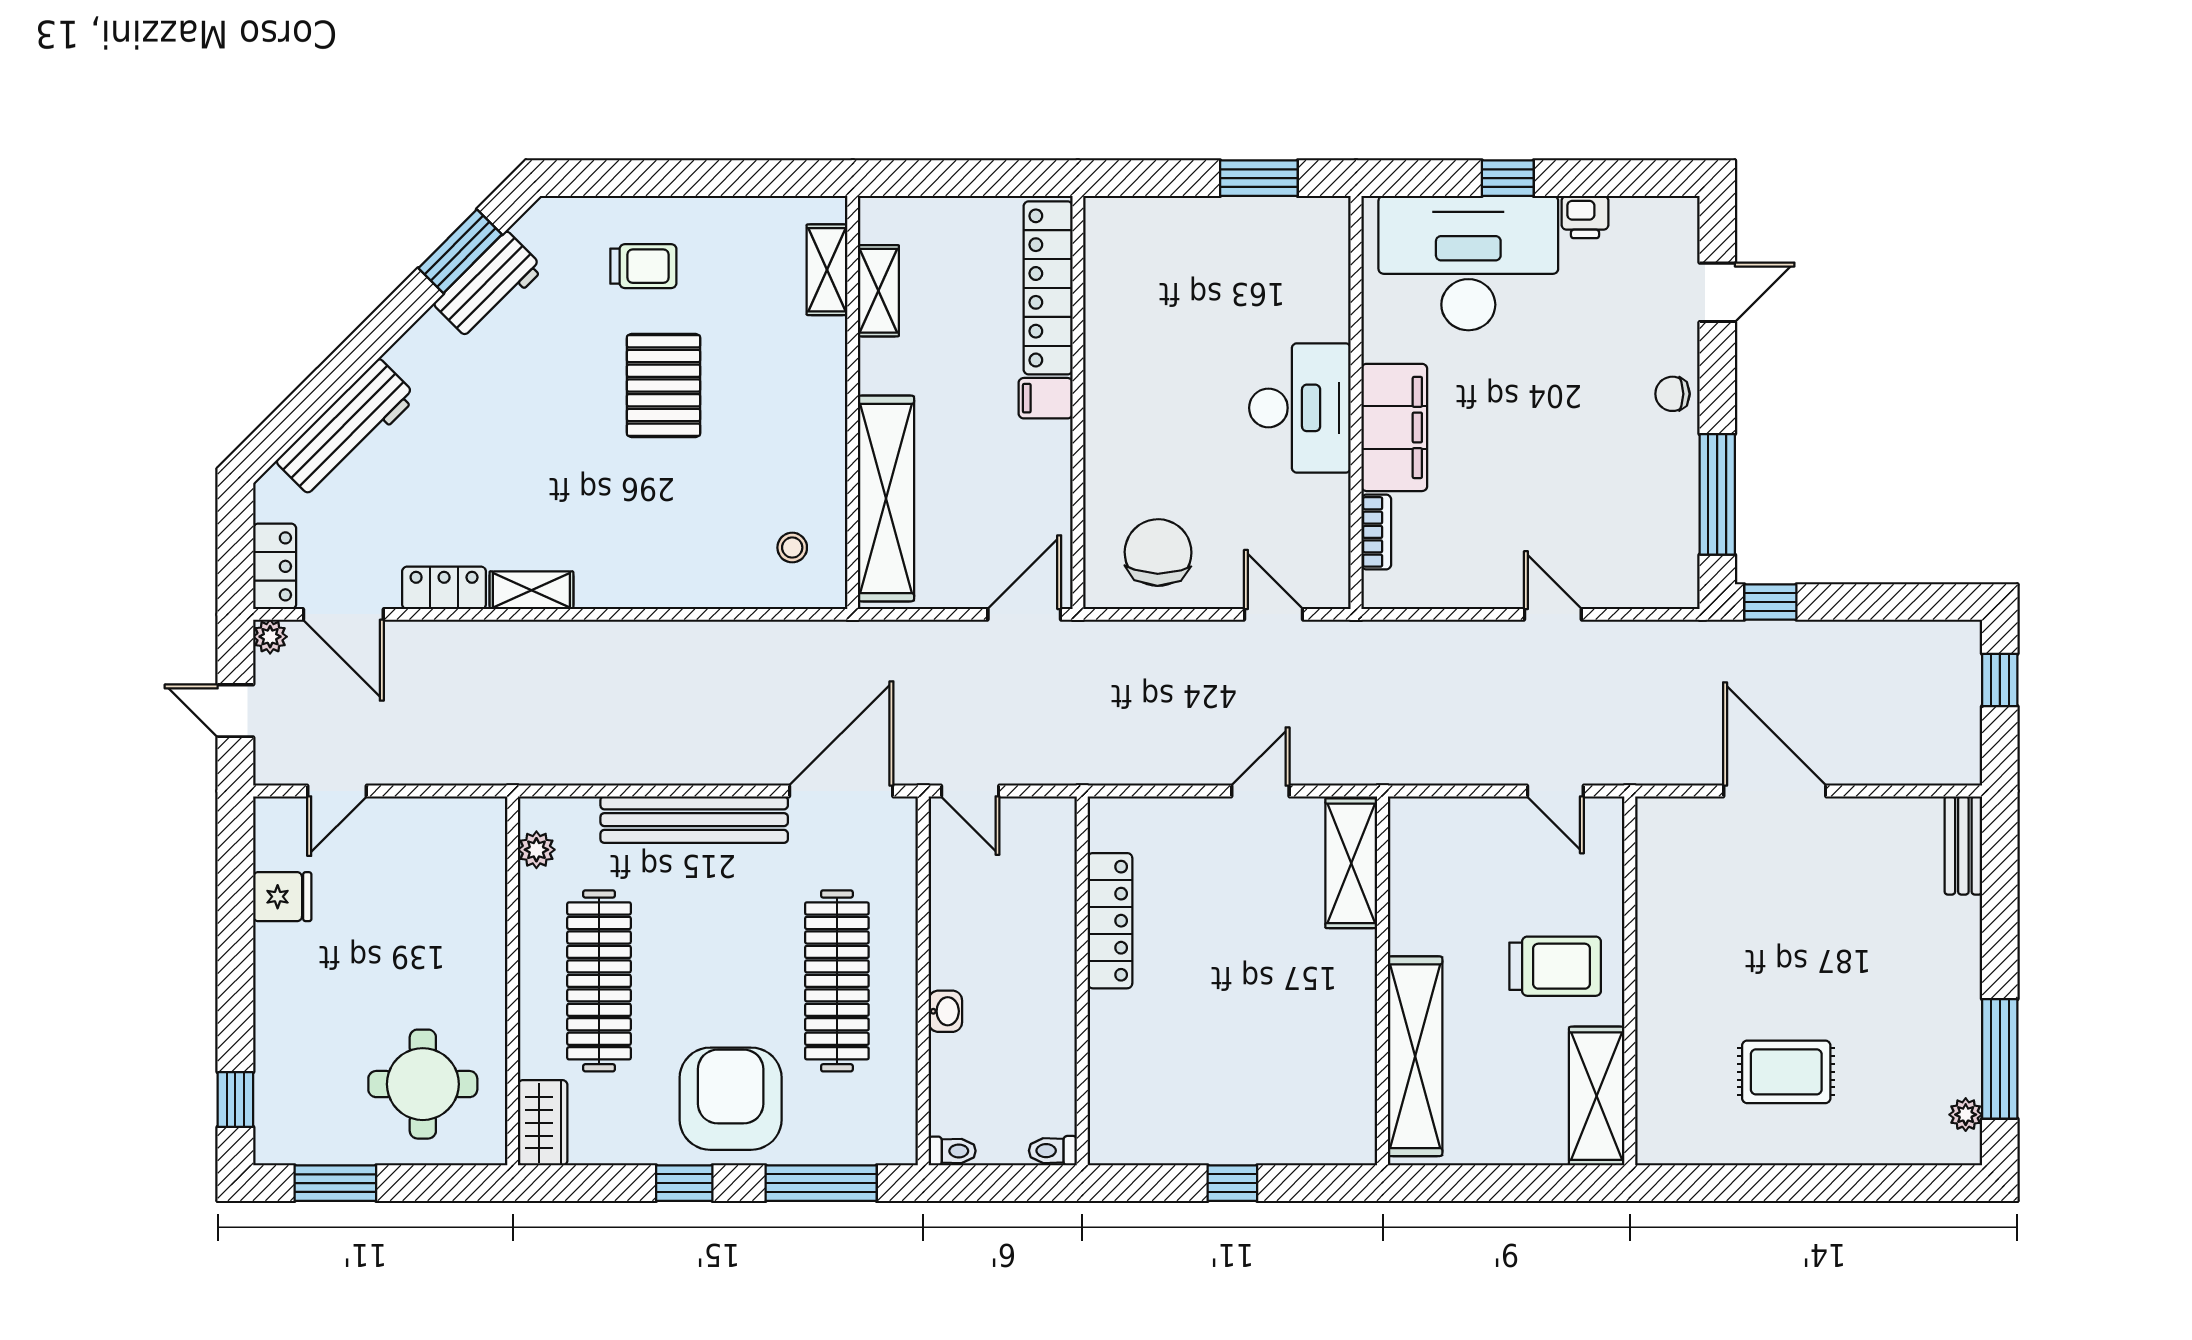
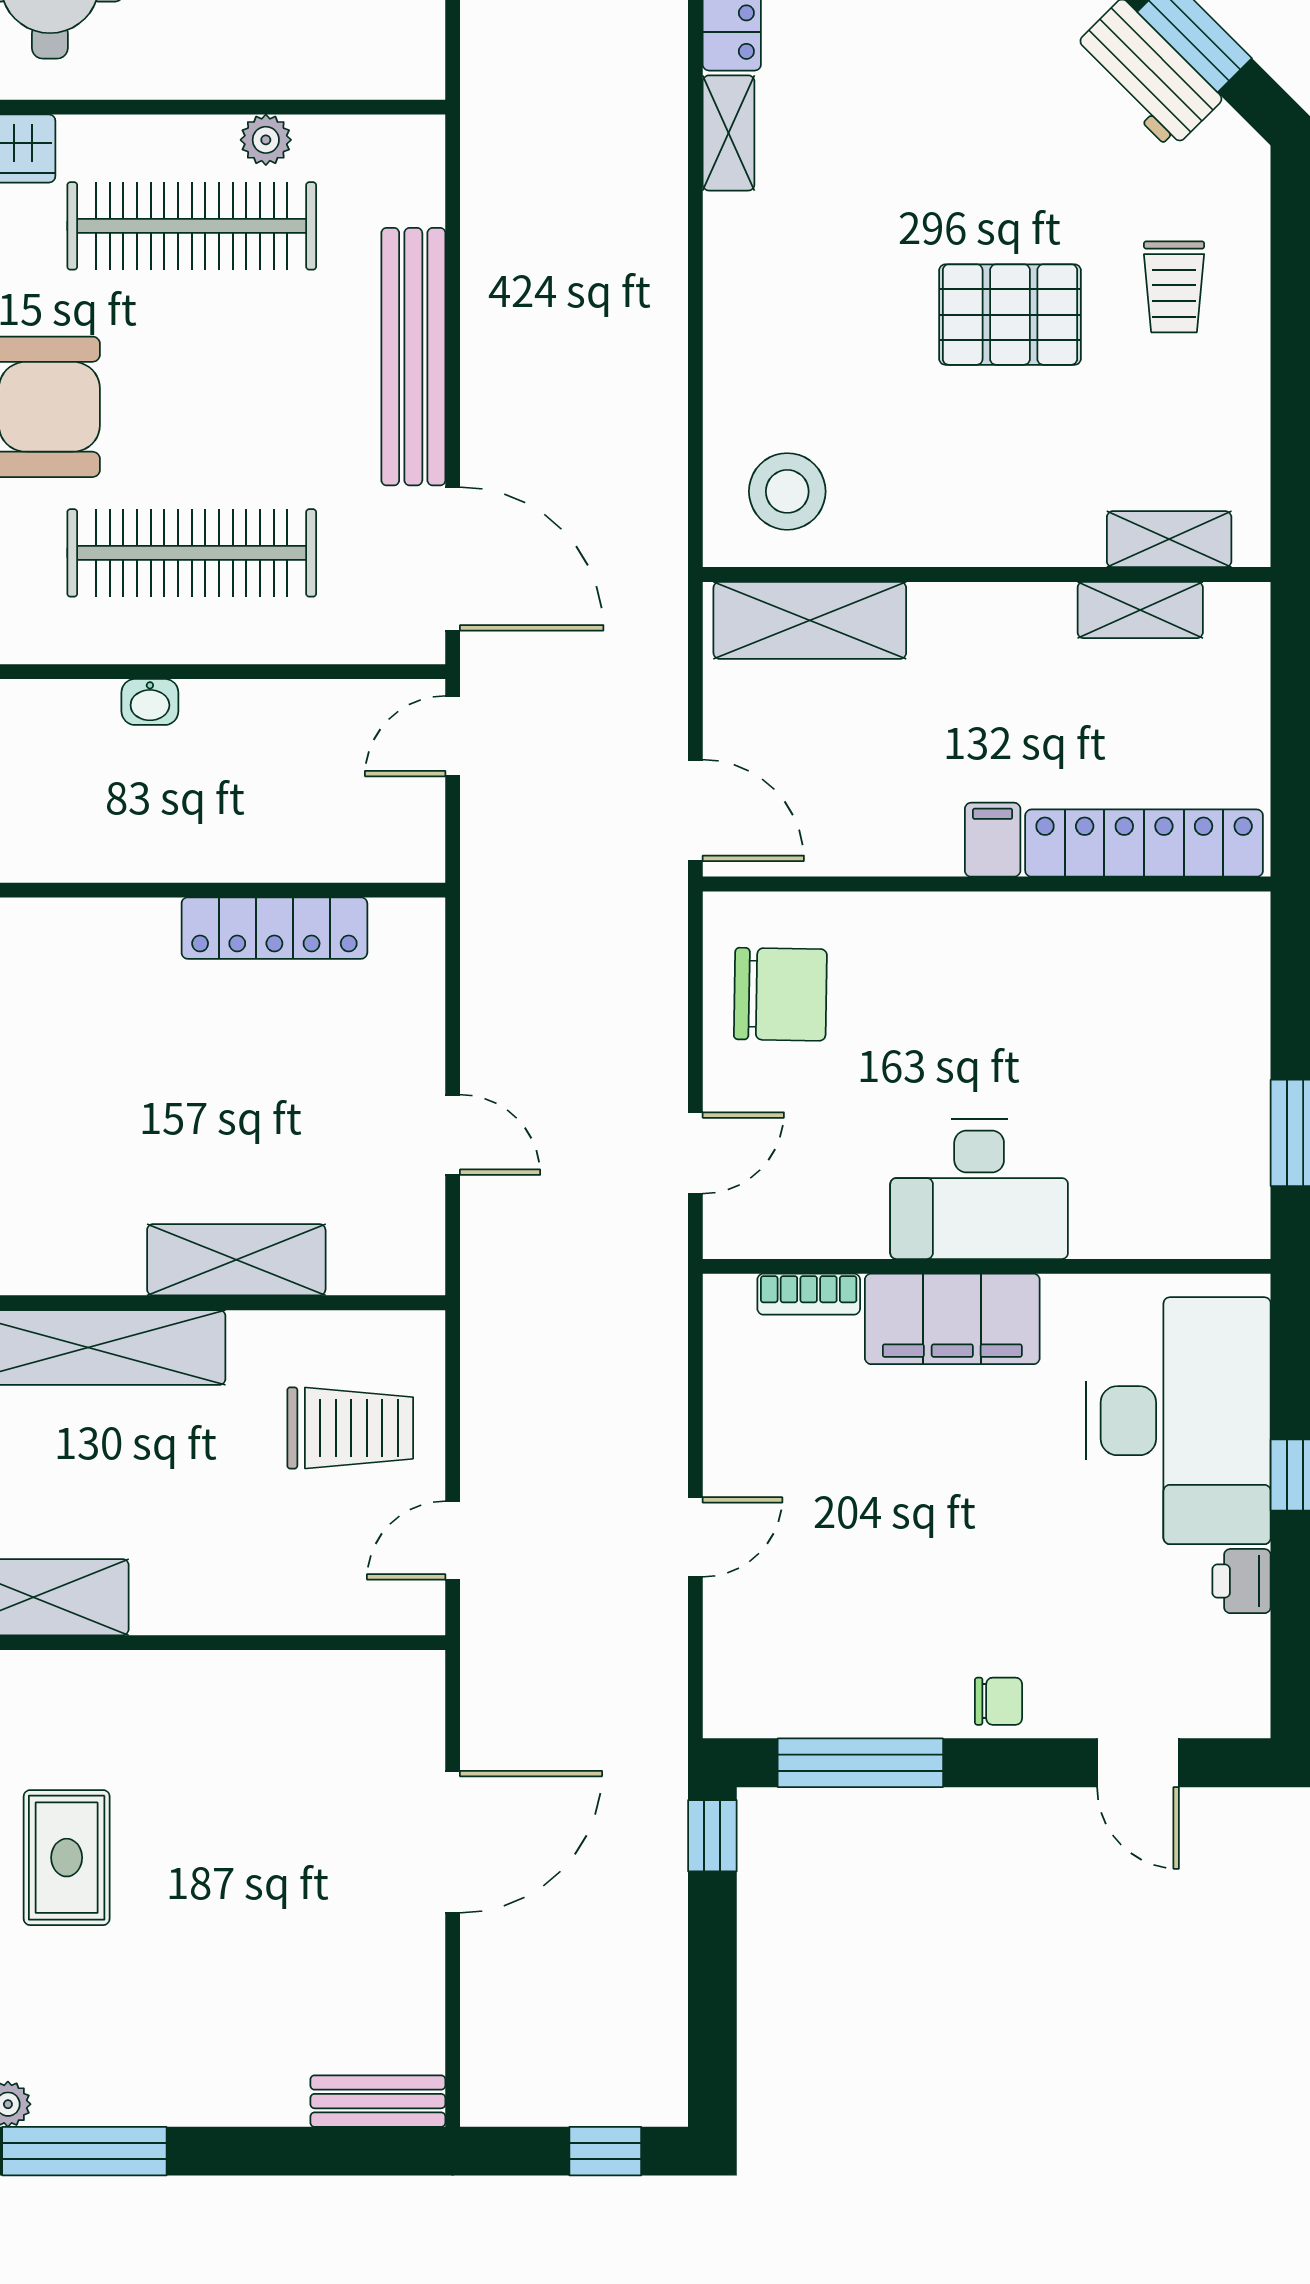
chair: (1672, 394) -> (998, 1701), turned 90
shelving: (886, 498) -> (810, 620), width x0.68
stool: (792, 548) -> (787, 491), width x1.89, depth x1.89
plant: (536, 850) -> (266, 140), moved
shelving: (1351, 863) -> (236, 1260), moved
trolley: (1555, 966) -> (350, 1428), moved, turned -90

